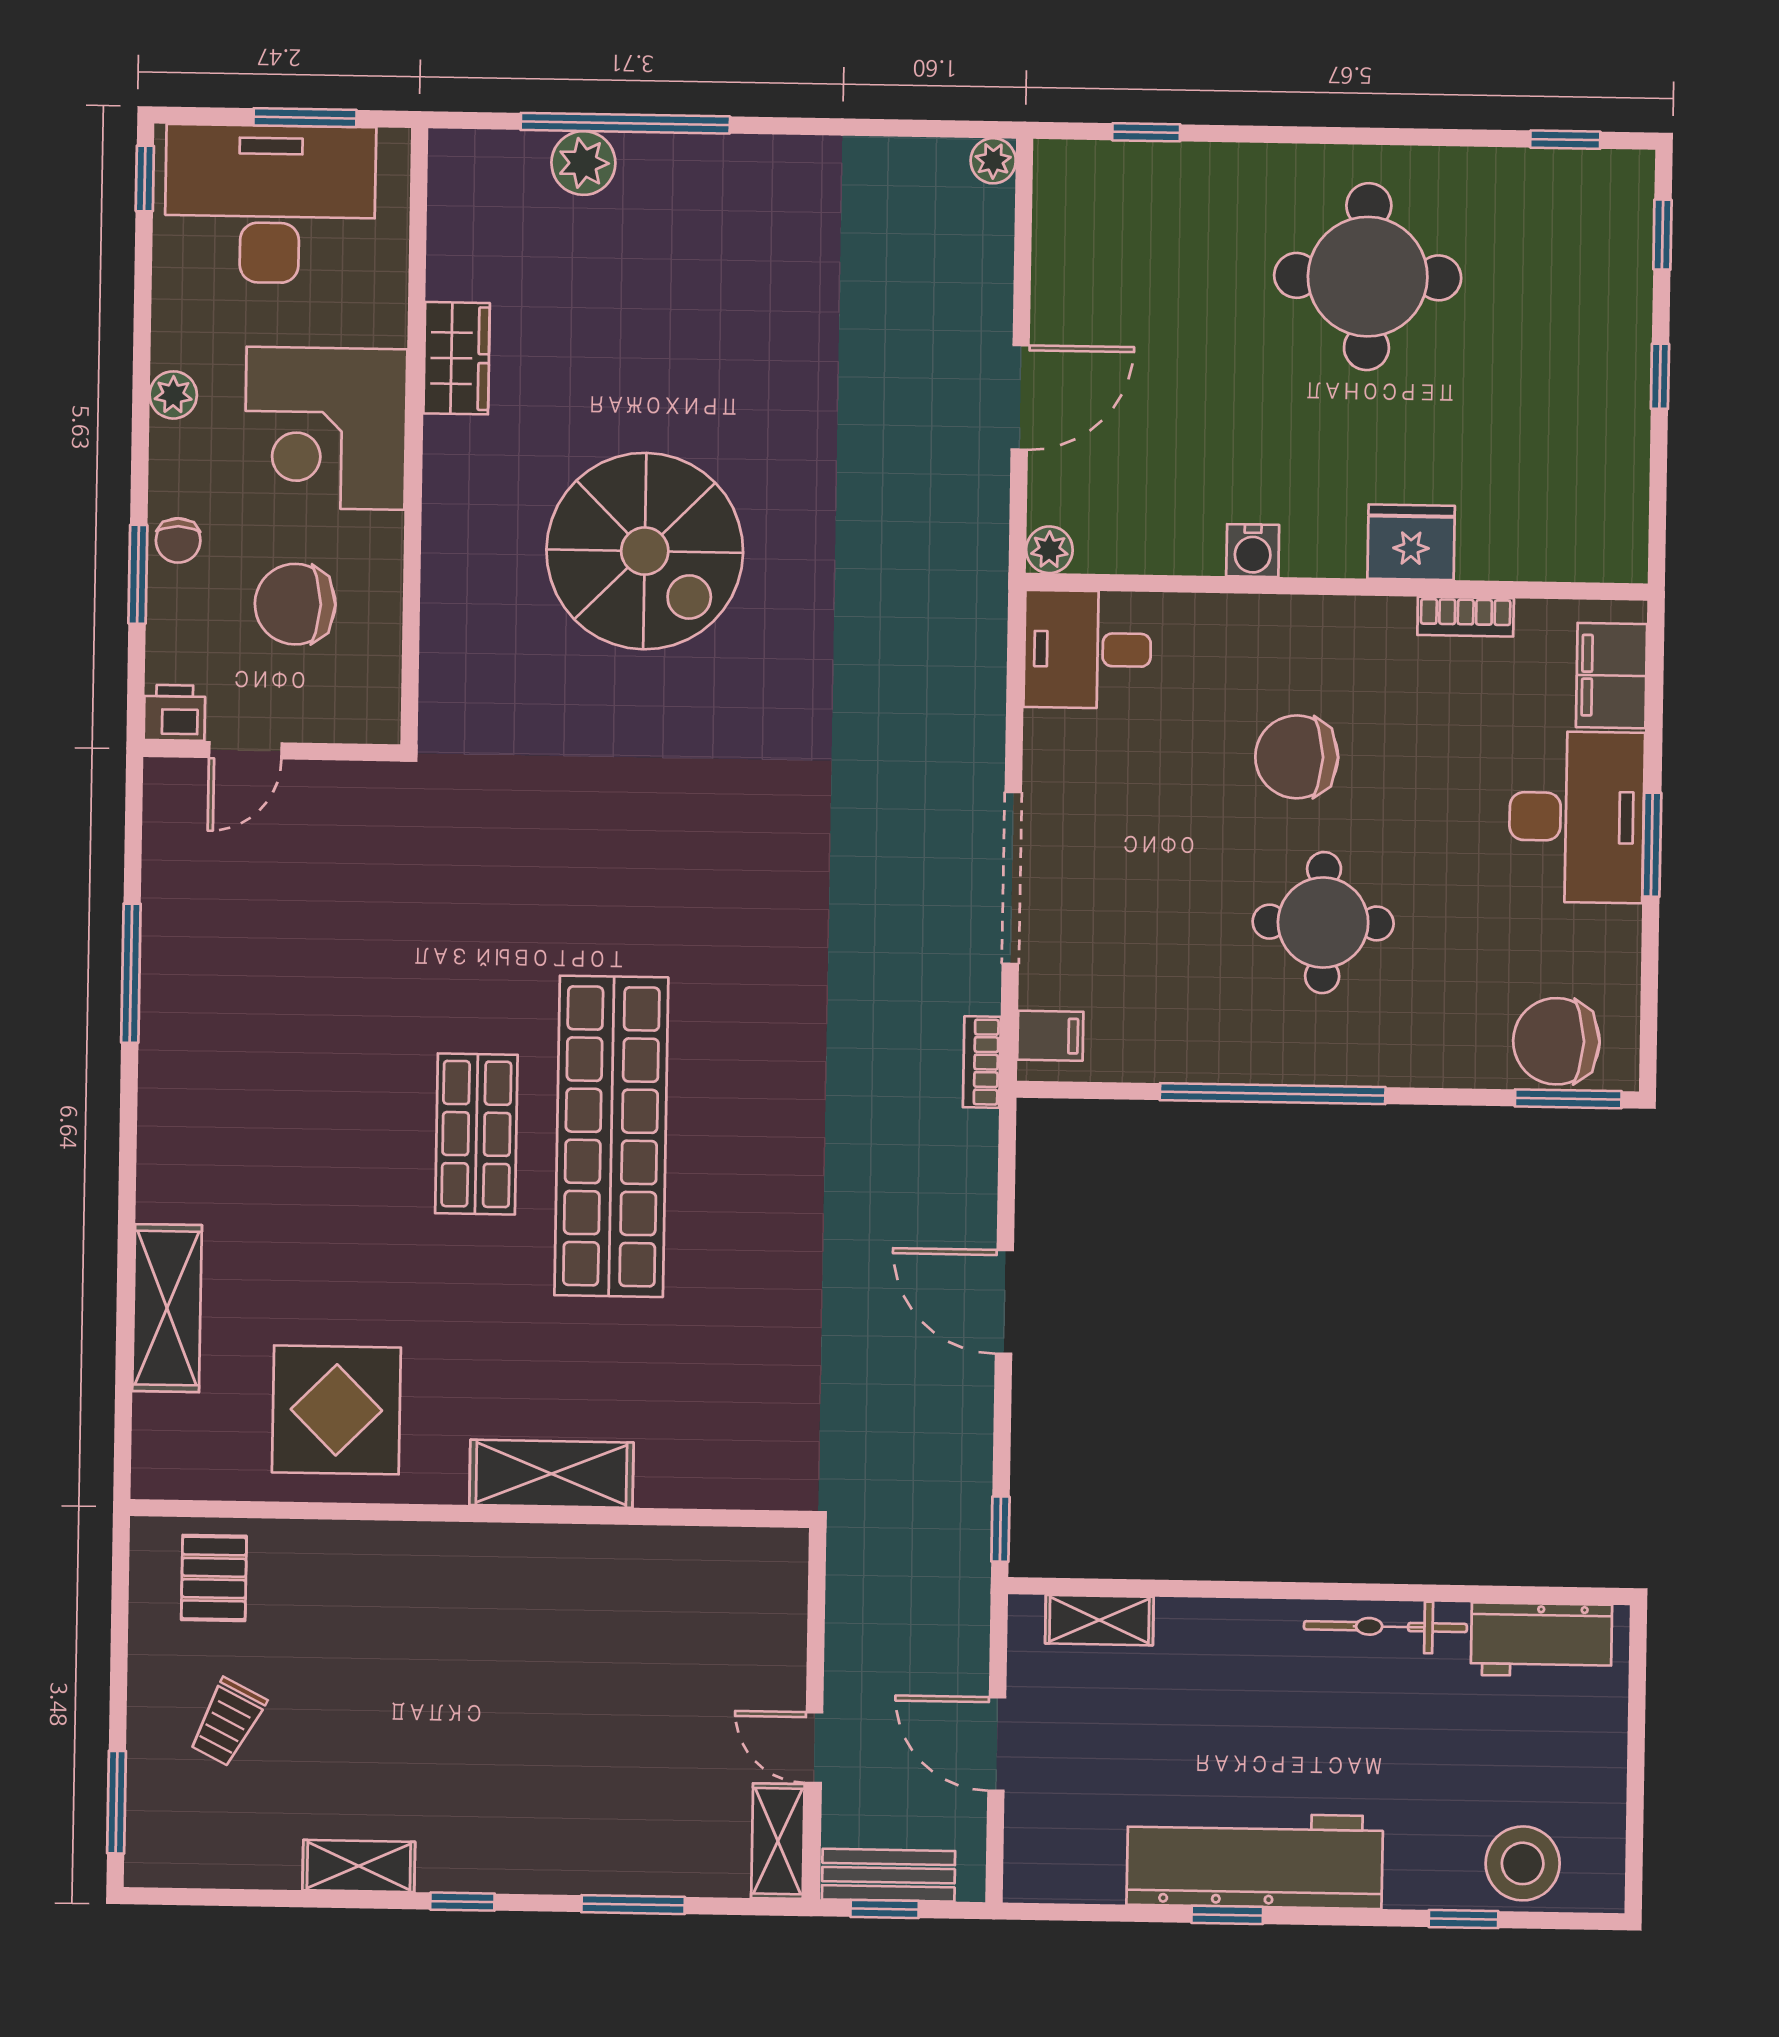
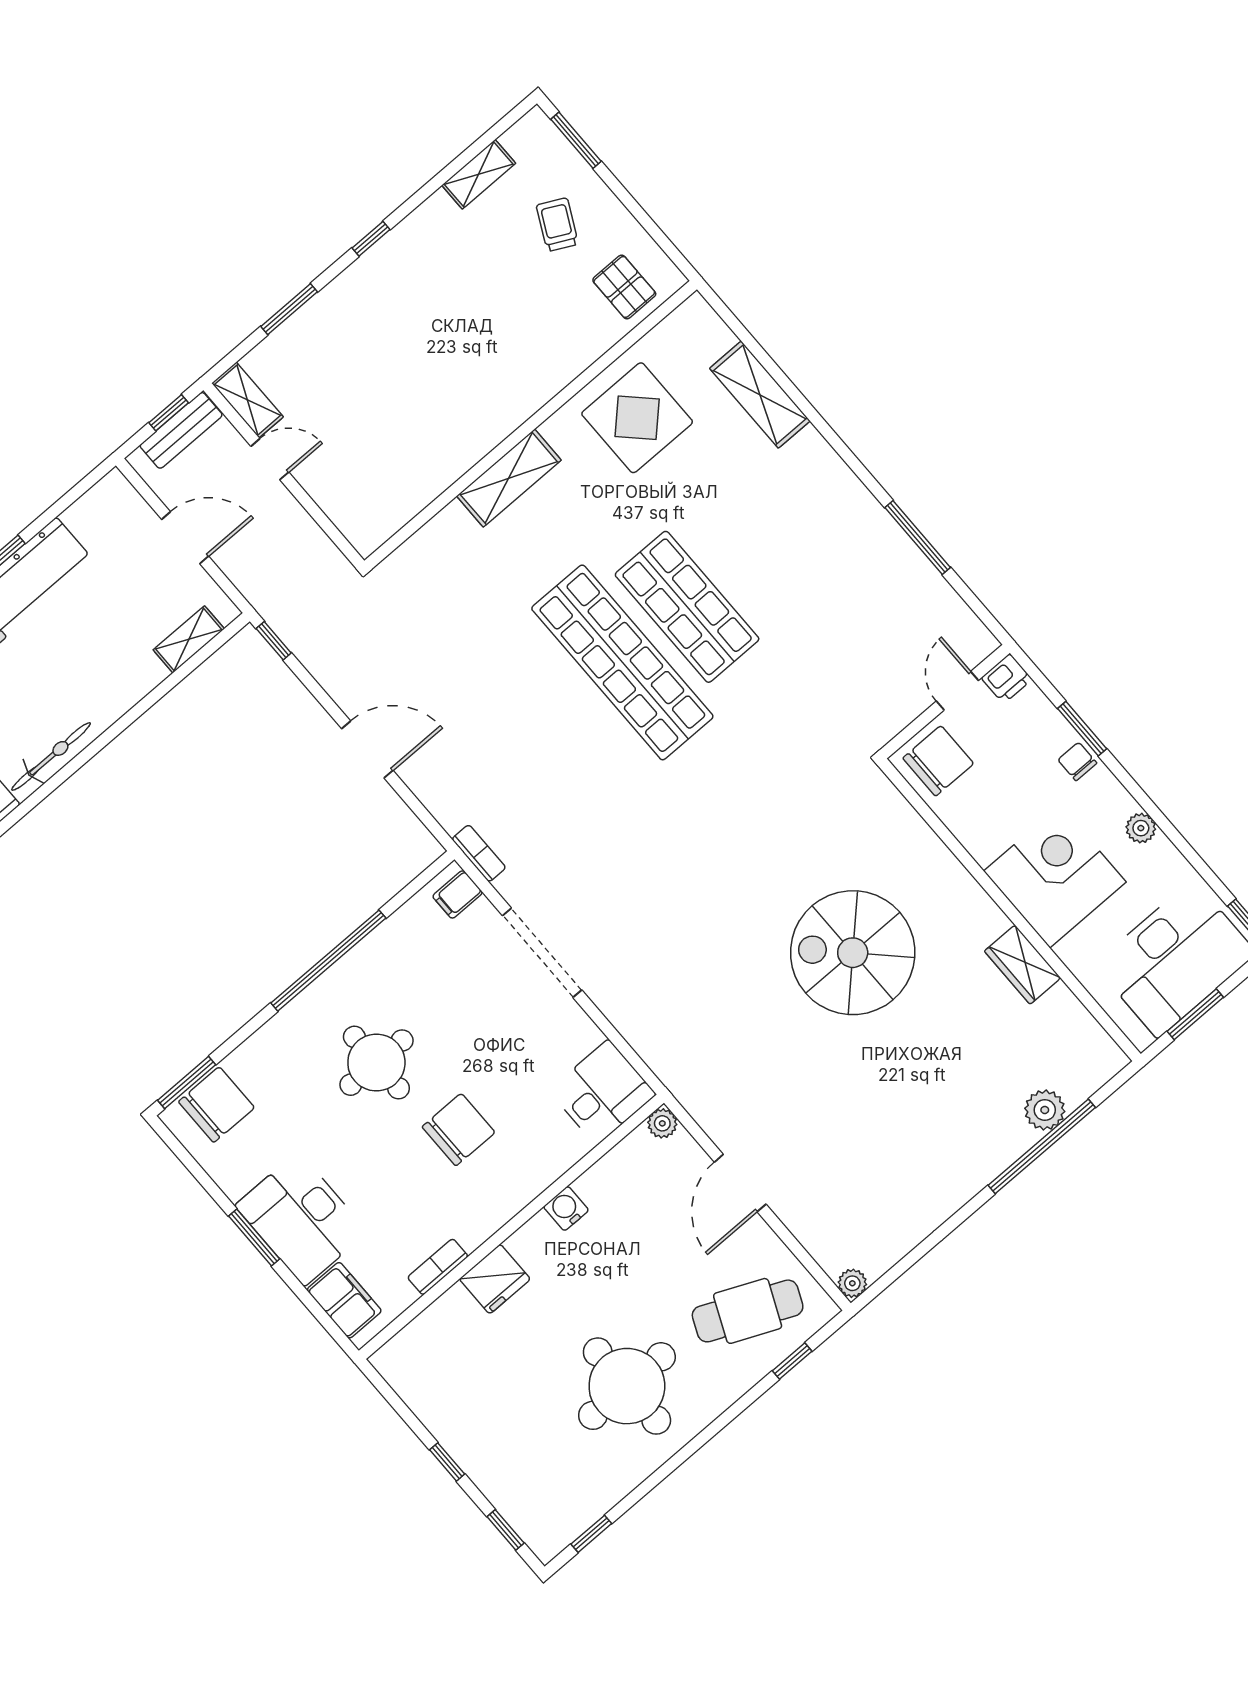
cafe table: (1146, 238) -> (748, 1311), added
chair: (295, 604) -> (938, 761), moved
shop shelf: (476, 1134) -> (687, 607), width x1.43, depth x1.36
shelving: (359, 1866) -> (479, 174), moved

